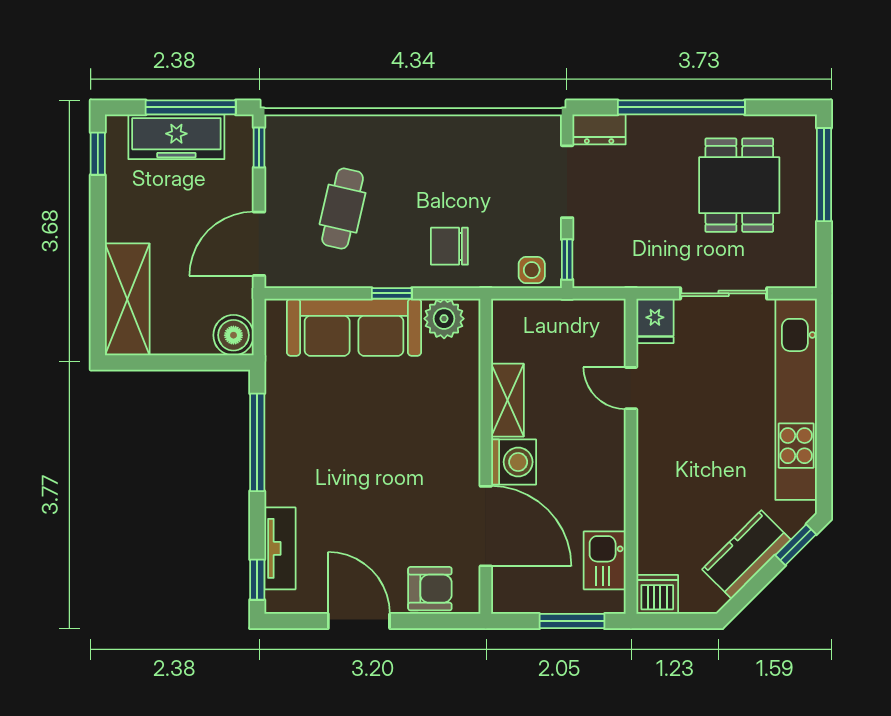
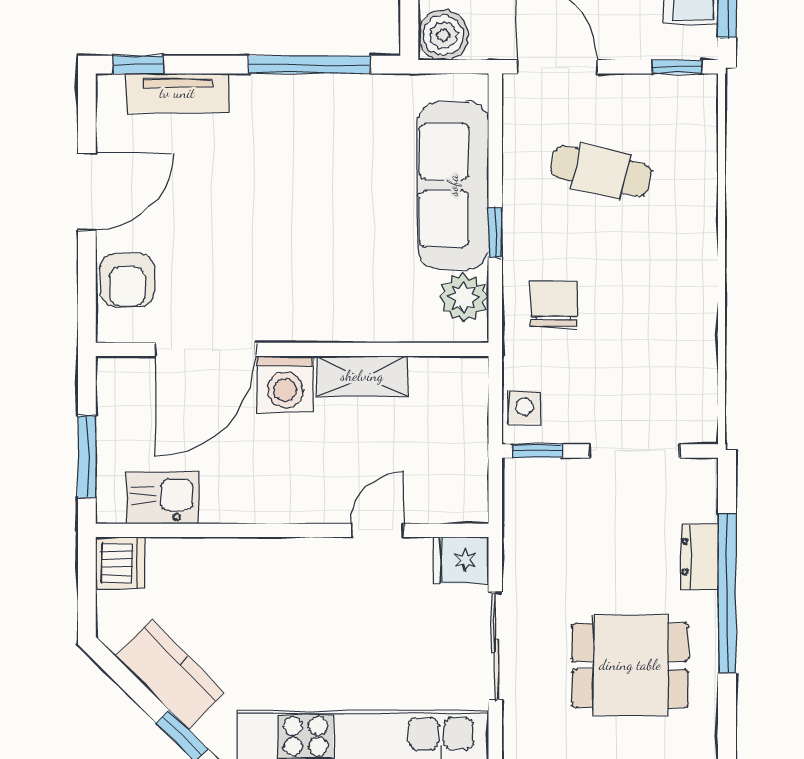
dresser: (599, 129) -> (700, 557), moved

